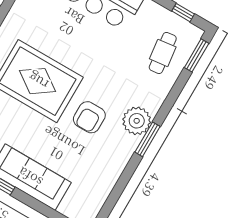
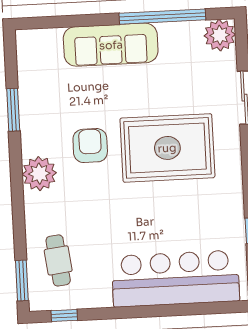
window: (148, 139) -> (13, 110), moved

